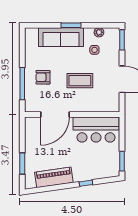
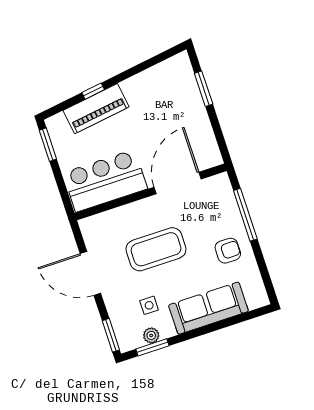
window: (71, 25) -> (152, 347), moved
armchair: (43, 77) -> (228, 251), moved
coffee table: (80, 81) -> (156, 249), width x1.36, depth x1.32
piano: (54, 177) -> (96, 109), moved

